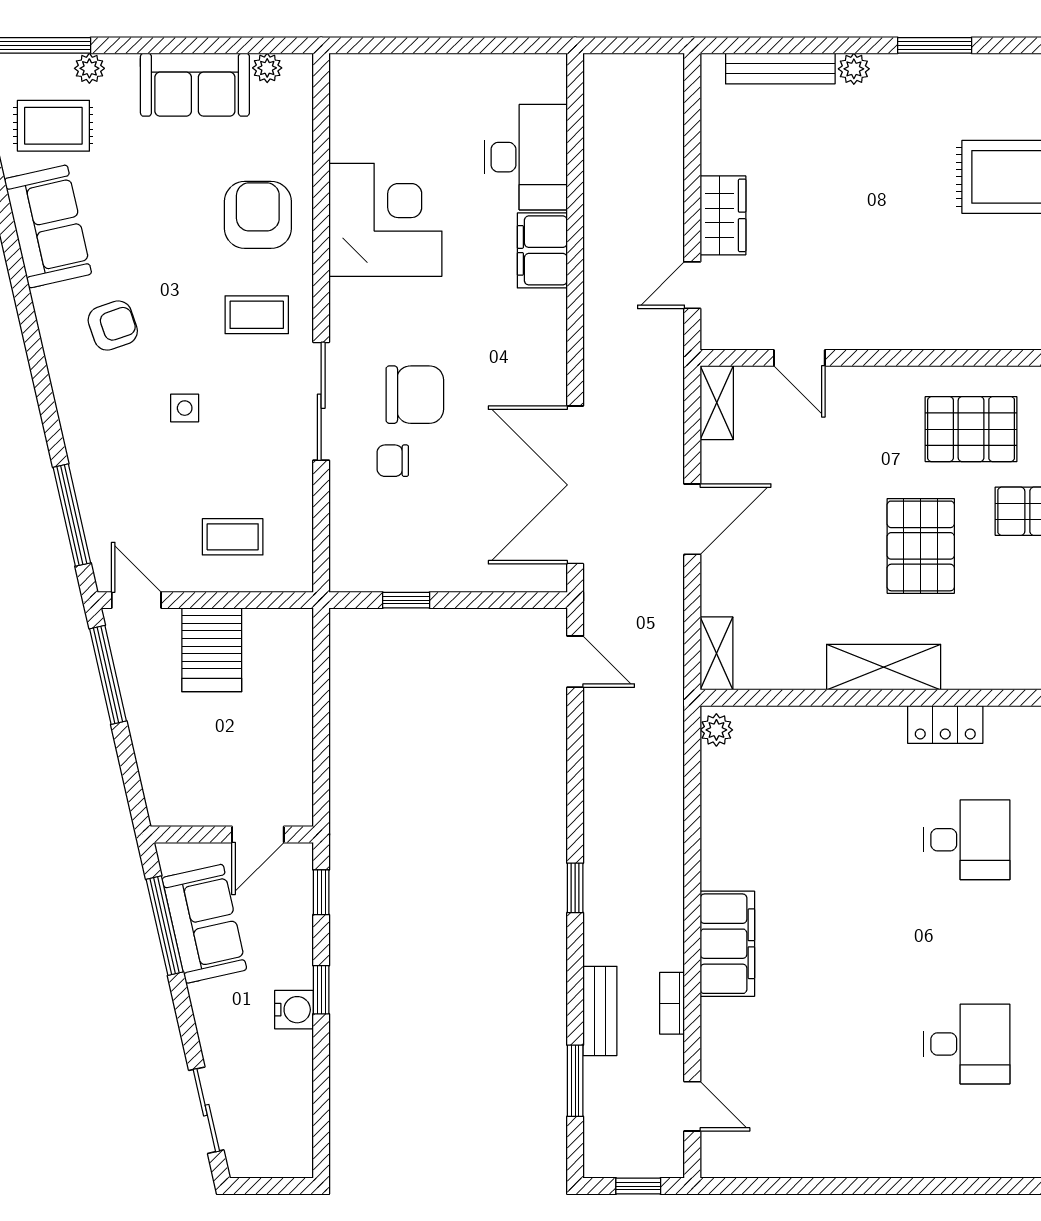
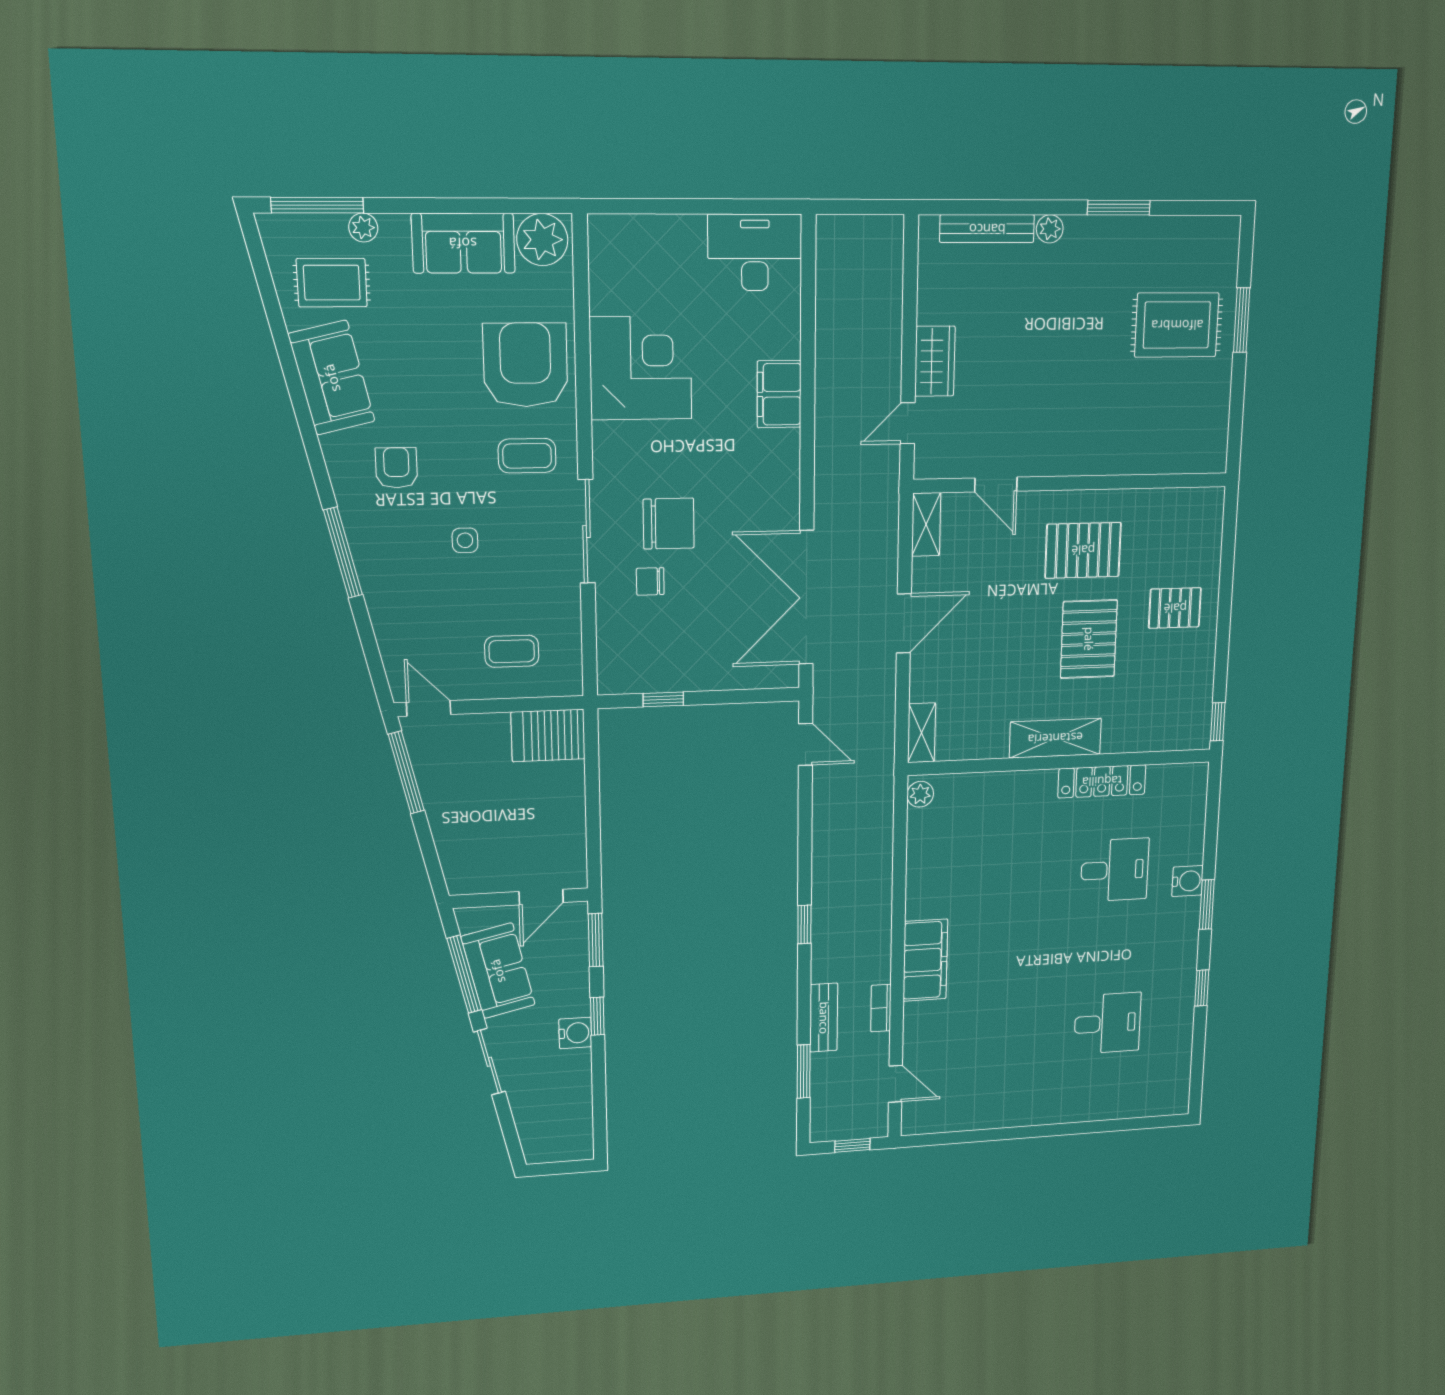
plant: (267, 68) -> (542, 240), width x1.88, depth x1.88
desk: (526, 157) -> (755, 252), moved, turned -90
armchair: (258, 215) -> (525, 365), width x1.36, depth x1.36
armchair: (113, 326) -> (396, 468), turned -71
pallet: (971, 429) -> (1083, 550), moved
window: (72, 515) -> (343, 553), moved
server rack: (212, 650) -> (548, 735), moved, turned 90
locker: (945, 725) -> (1102, 781), width x1.53
window: (321, 892) -> (596, 940), width x1.50
sliding door: (206, 1110) -> (489, 1062), moved

